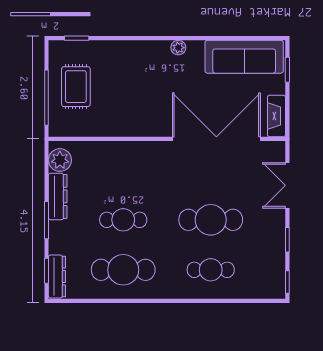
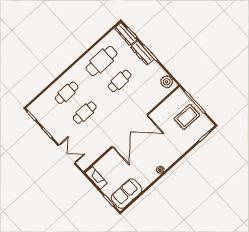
sofa: (244, 57) -> (127, 194), width x0.73
rug: (76, 87) -> (187, 117), turned 90
double door: (216, 139) -> (130, 131), moved
dresser: (58, 196) -> (142, 53), moved
cafe table: (211, 220) -> (85, 113), width x0.73, depth x0.74

